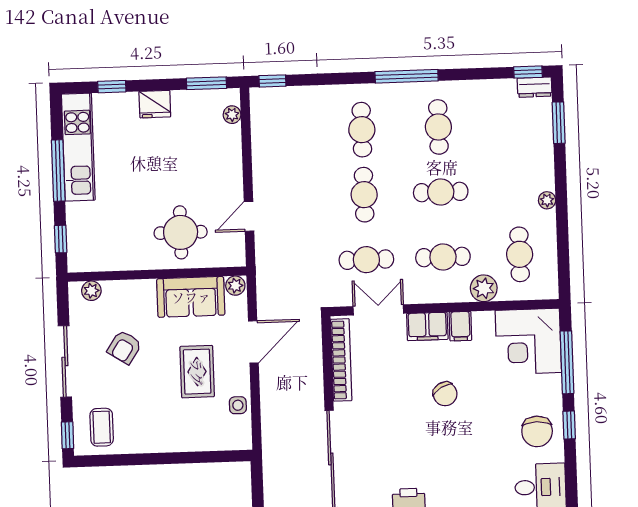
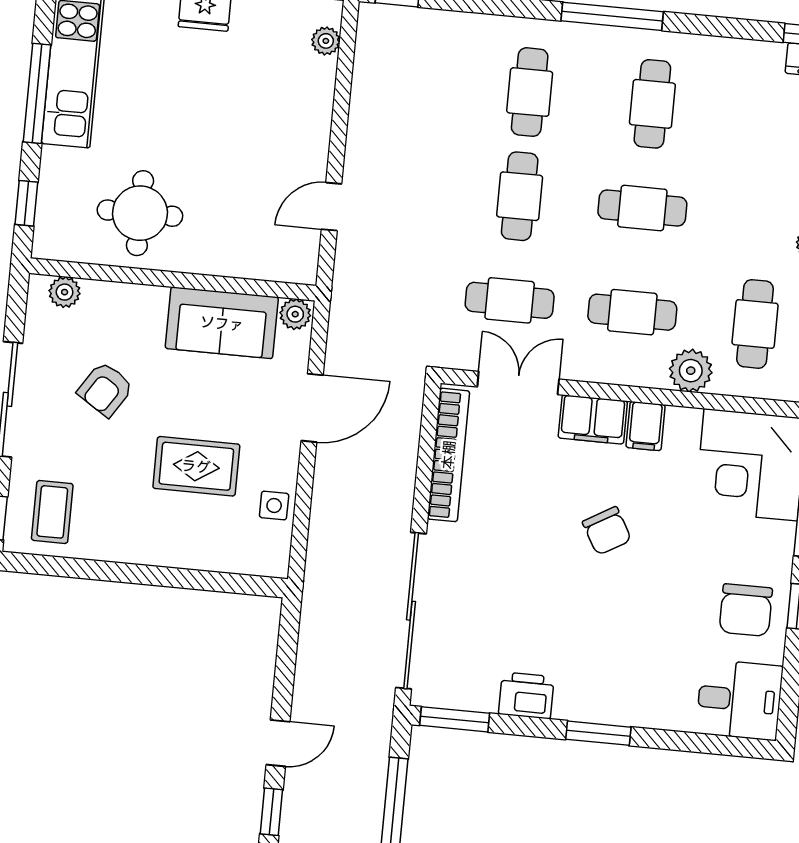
round table: (181, 232) -> (140, 213), moved
rug: (197, 372) -> (196, 466), moved, turned 90

